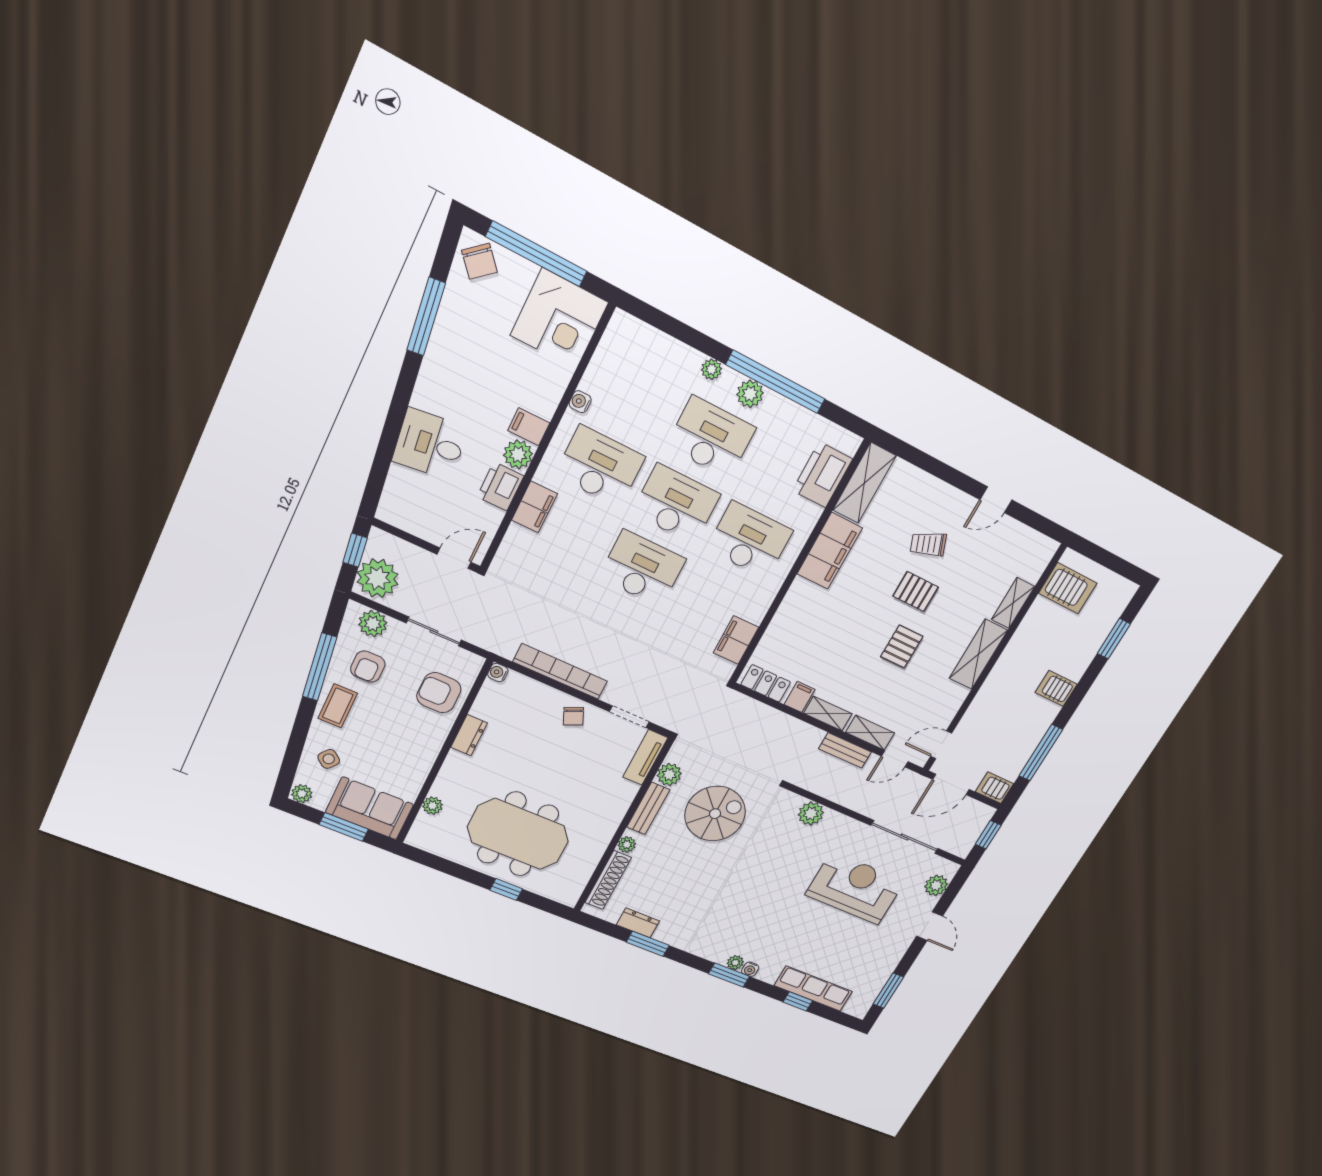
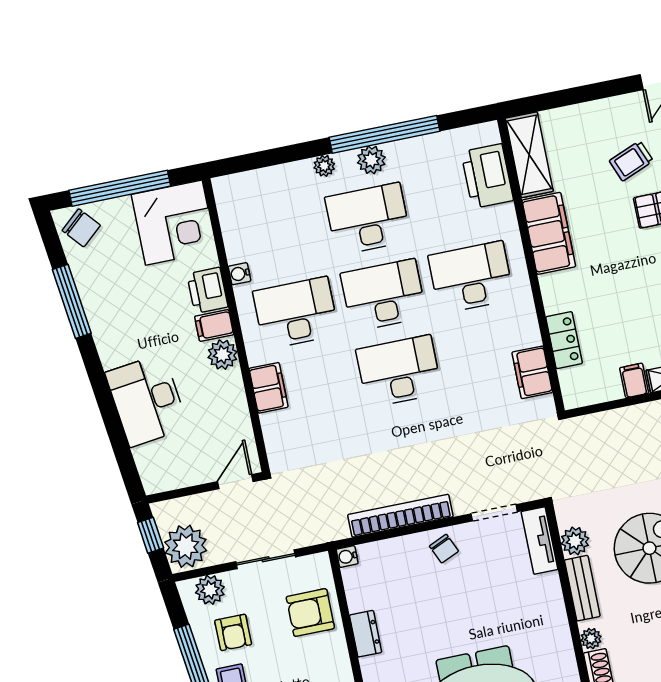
desk: (430, 444) -> (147, 400), width x1.37
printer: (500, 486) -> (207, 290), moved
locker: (766, 683) -> (564, 340), moved, turned 90

